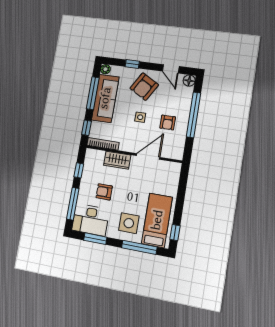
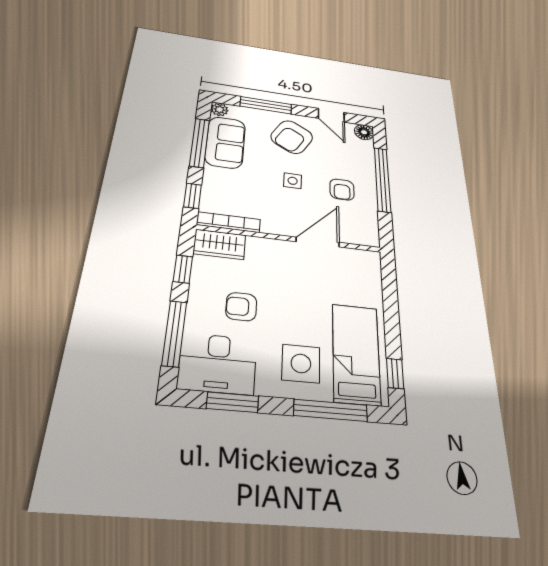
window: (132, 64) -> (266, 105), width x2.17
sofa: (105, 98) -> (225, 142), width x0.73
wardrobe: (117, 160) -> (219, 244), moved

